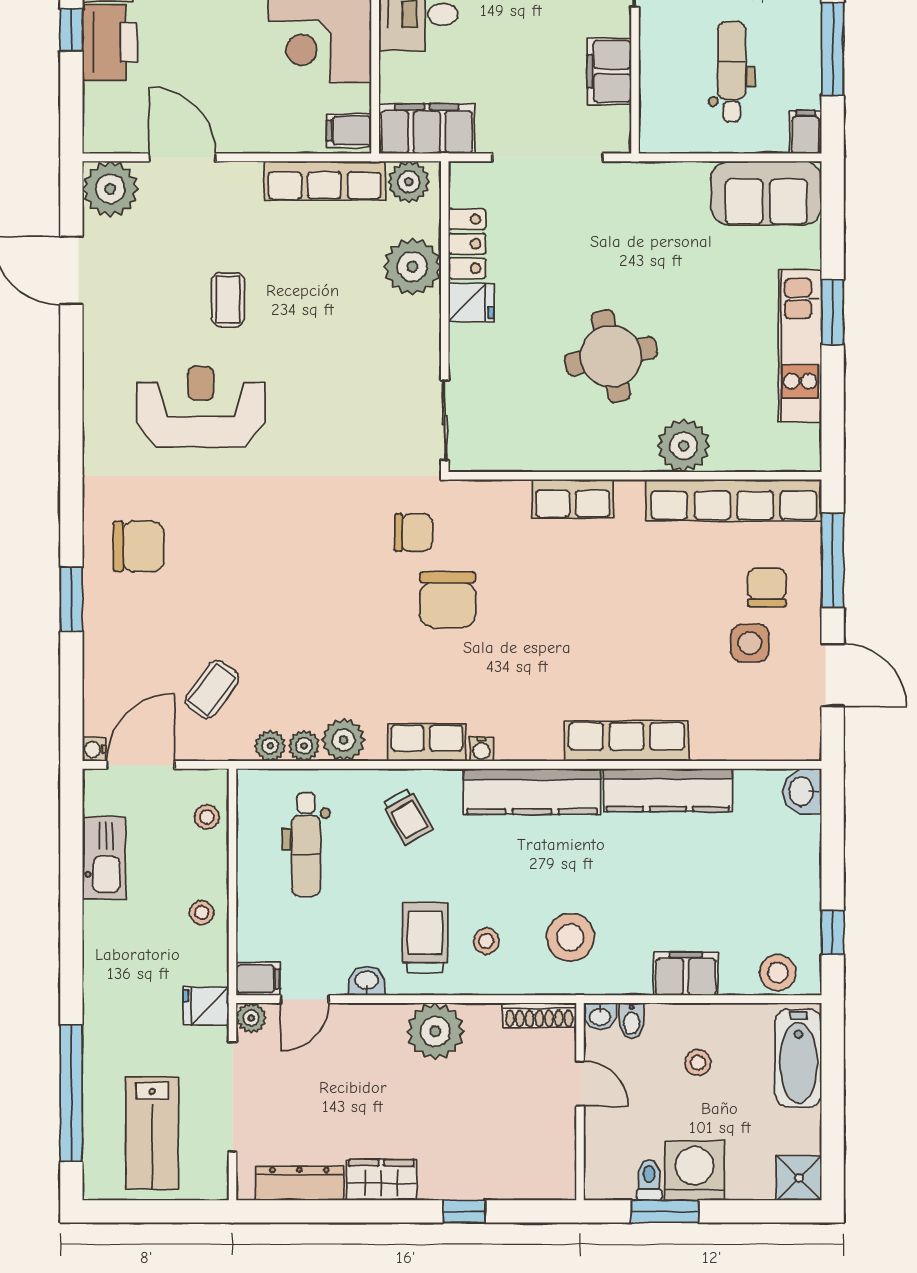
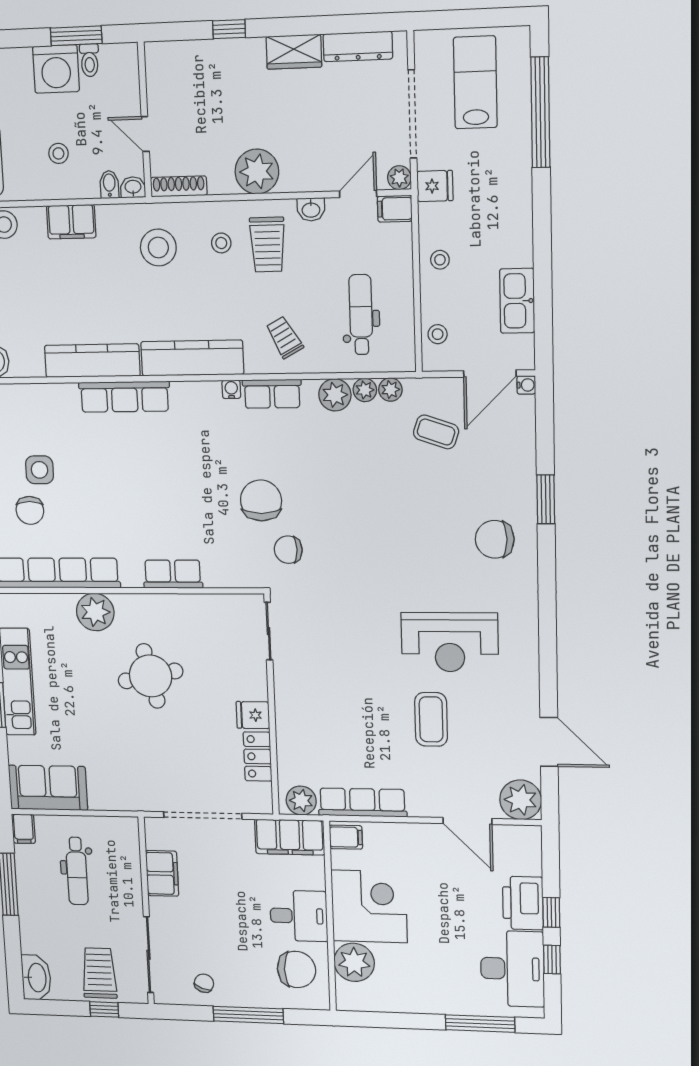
plant: (412, 267) -> (296, 741), removed
coffee table: (228, 300) -> (431, 719), width x1.36, depth x1.30
coffee table: (212, 689) -> (436, 432), turned 72

